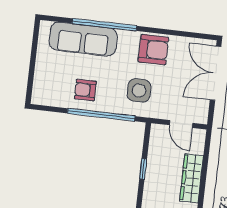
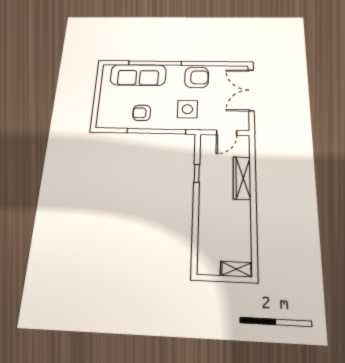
door: (181, 124) -> (227, 133), hinge flipped

